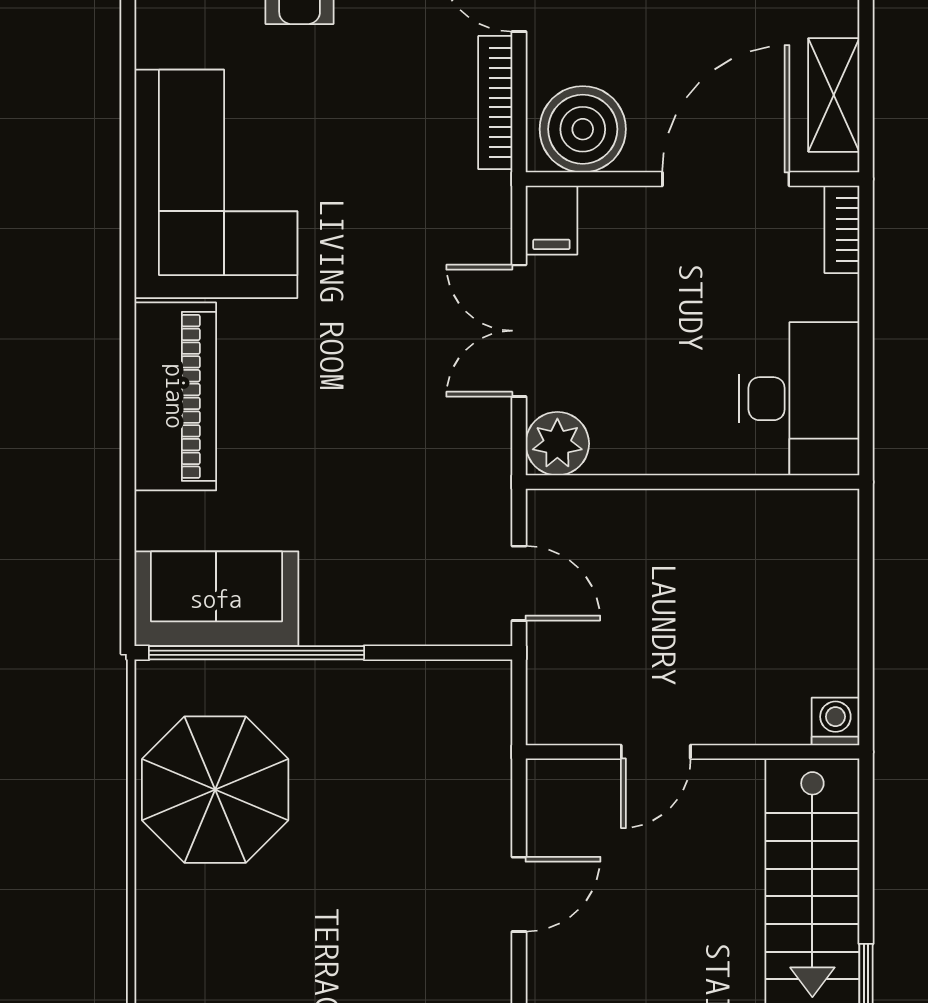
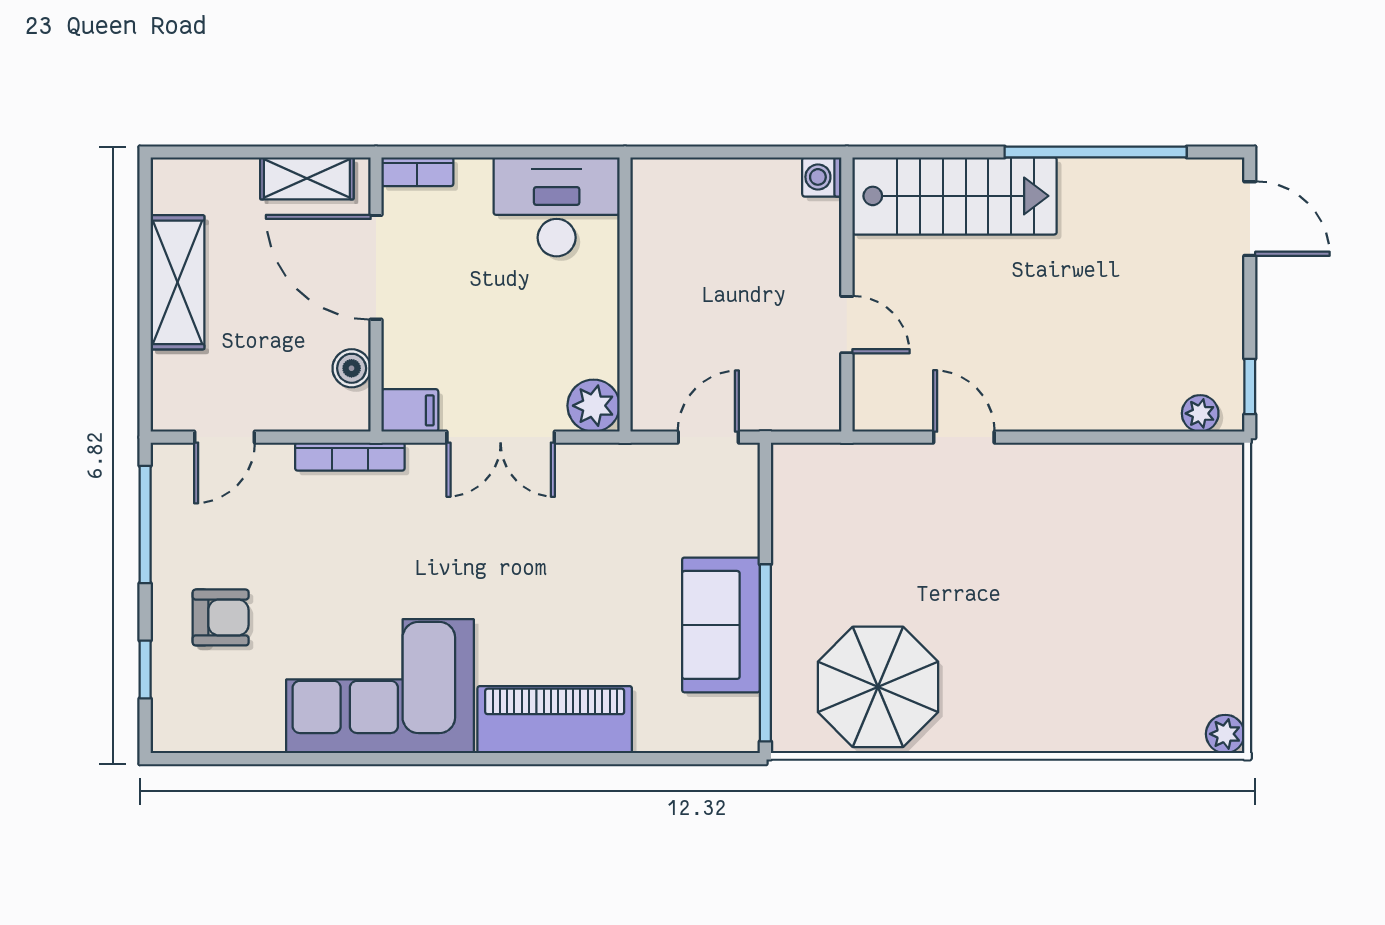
bookcase: (495, 103) -> (350, 457), moved
boiler: (583, 129) -> (352, 368), width x0.54, depth x0.54
sofa: (216, 599) -> (721, 625), moved

